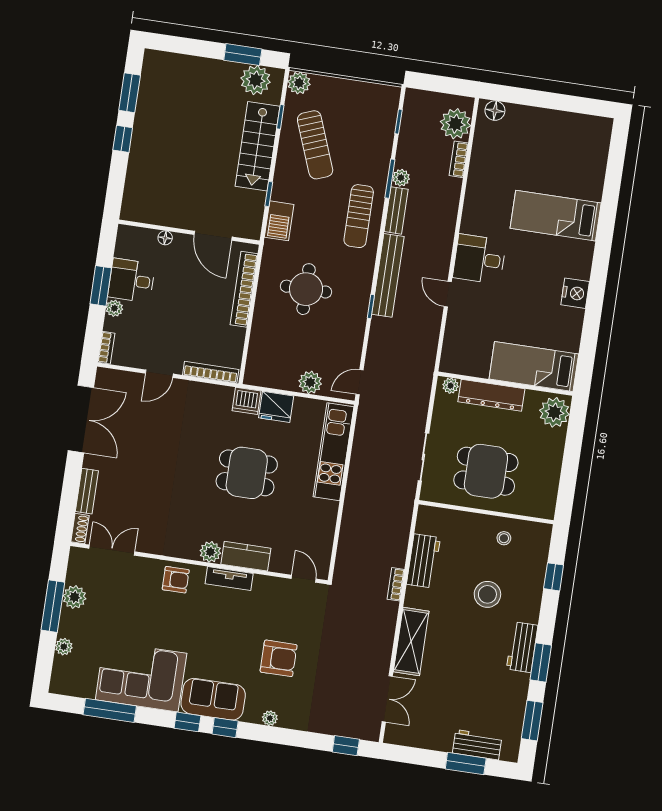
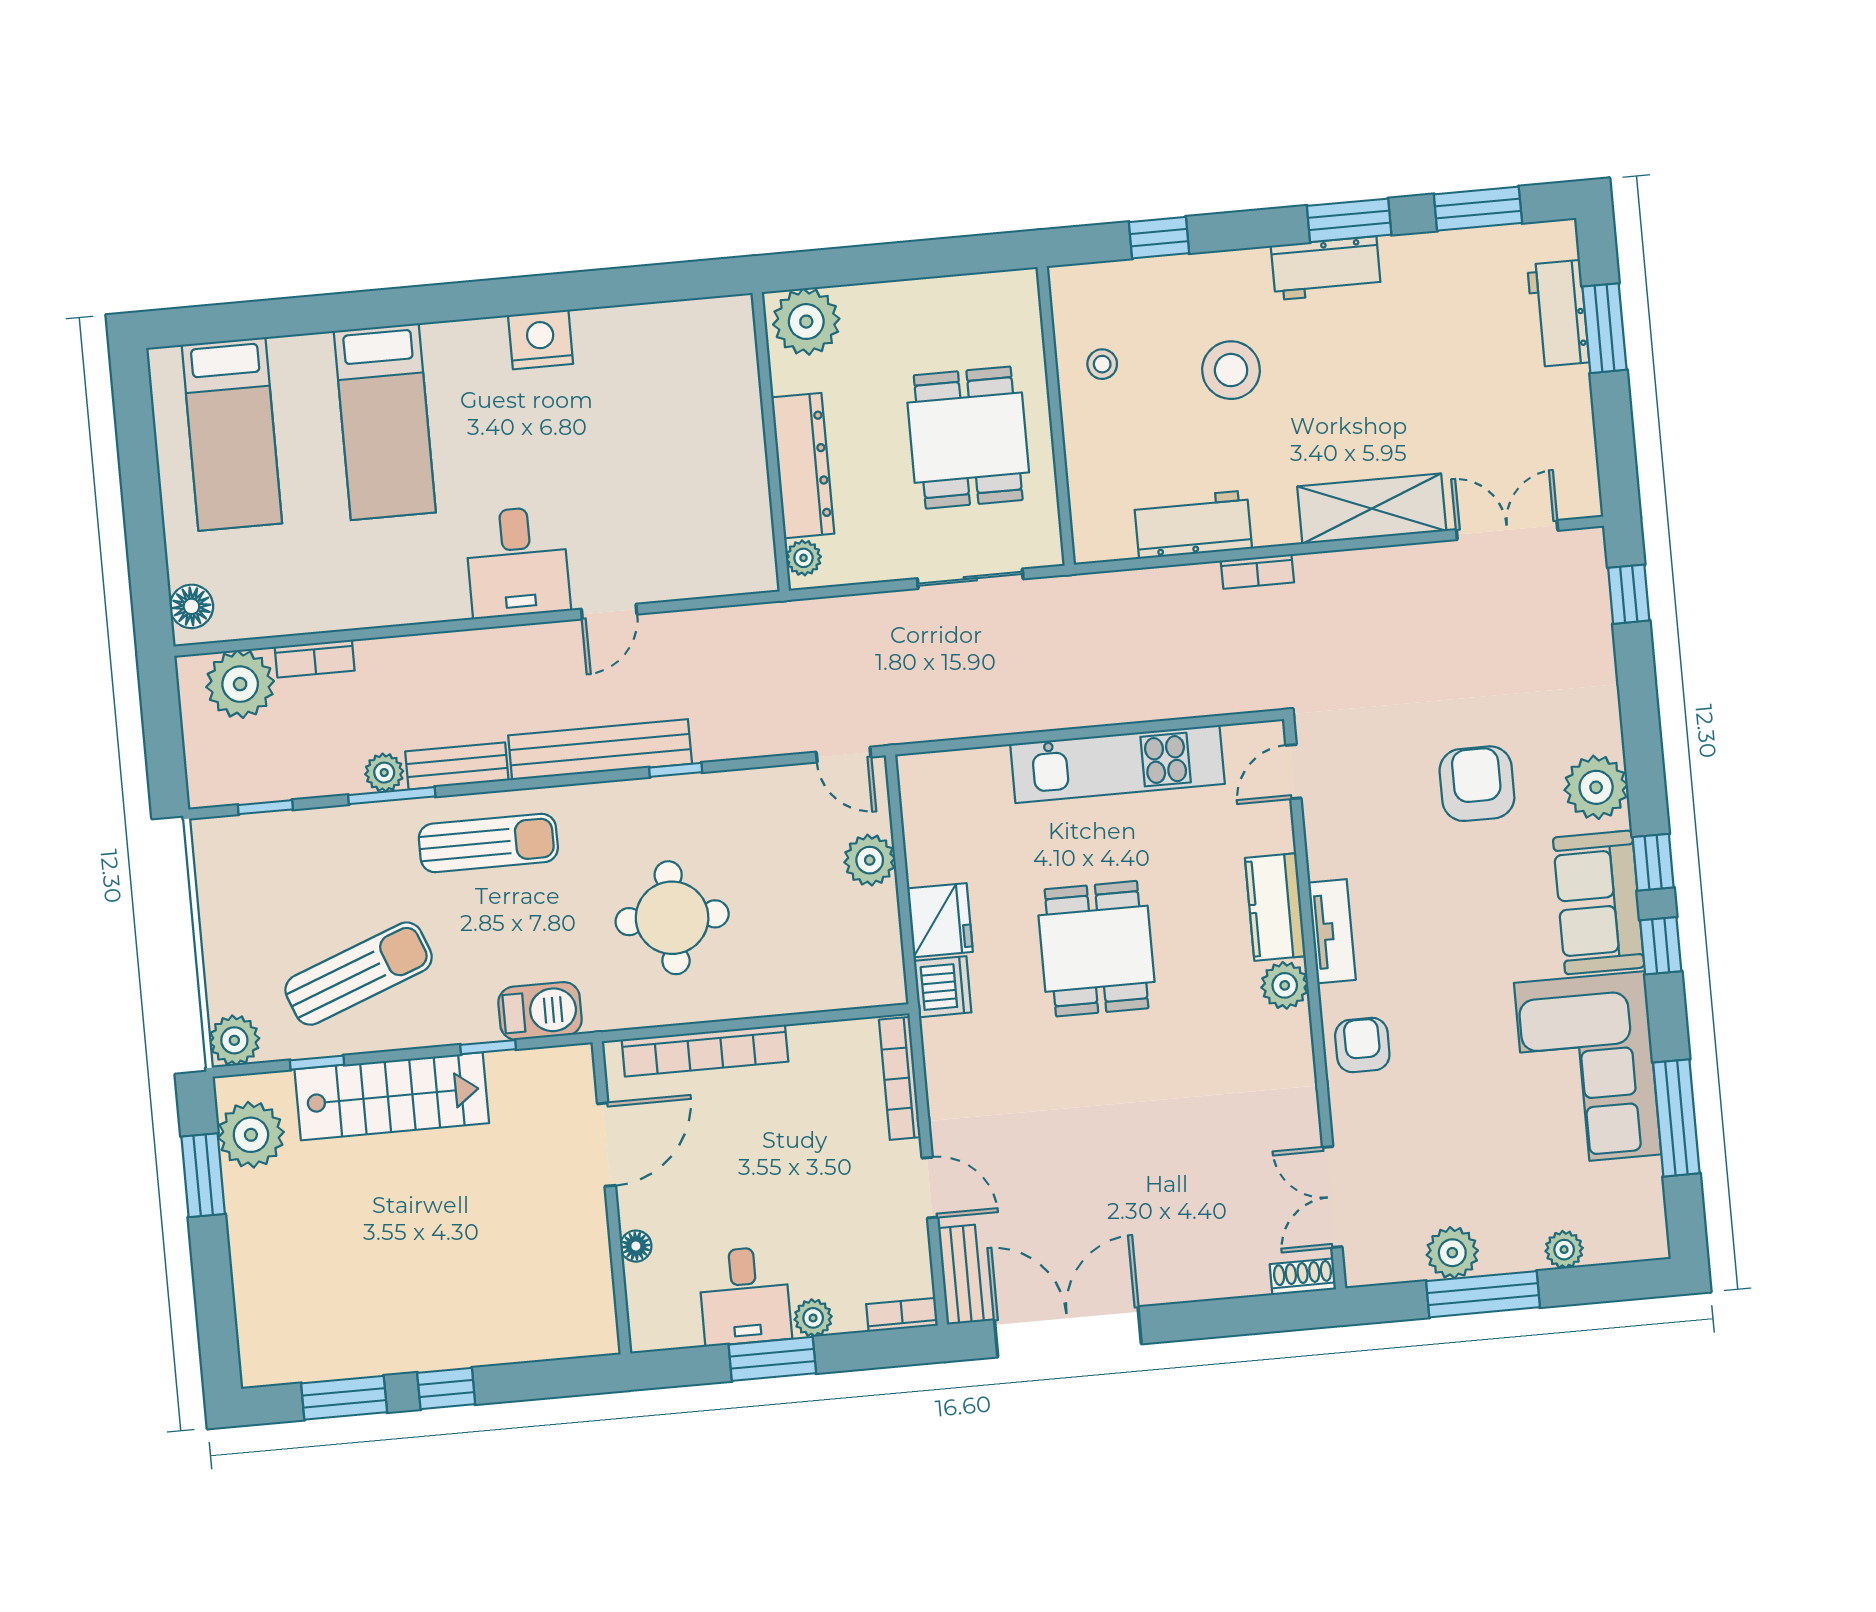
bed: (534, 367) -> (232, 434), moved
kitchen unit: (333, 452) -> (1117, 764), moved
bench: (87, 491) -> (961, 1275), moved, turned 90
plant: (270, 718) -> (1596, 787), width x1.88, depth x1.88

